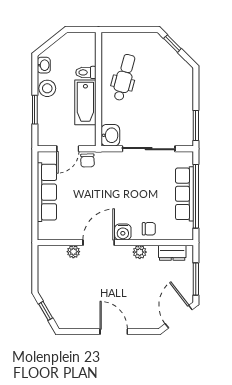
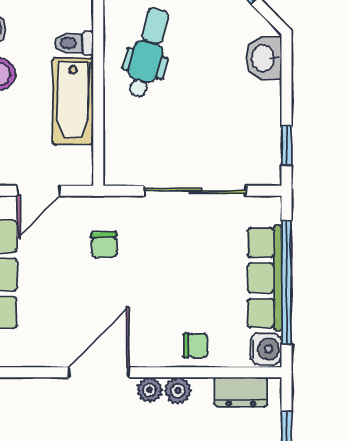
window: (196, 125) -> (287, 146), width x0.67
washbasin: (110, 135) -> (264, 58), moved, turned 180
chair: (87, 160) -> (104, 245), moved
water cooler: (123, 232) -> (266, 349), moved, turned -90
plant: (73, 252) -> (149, 390), moved

